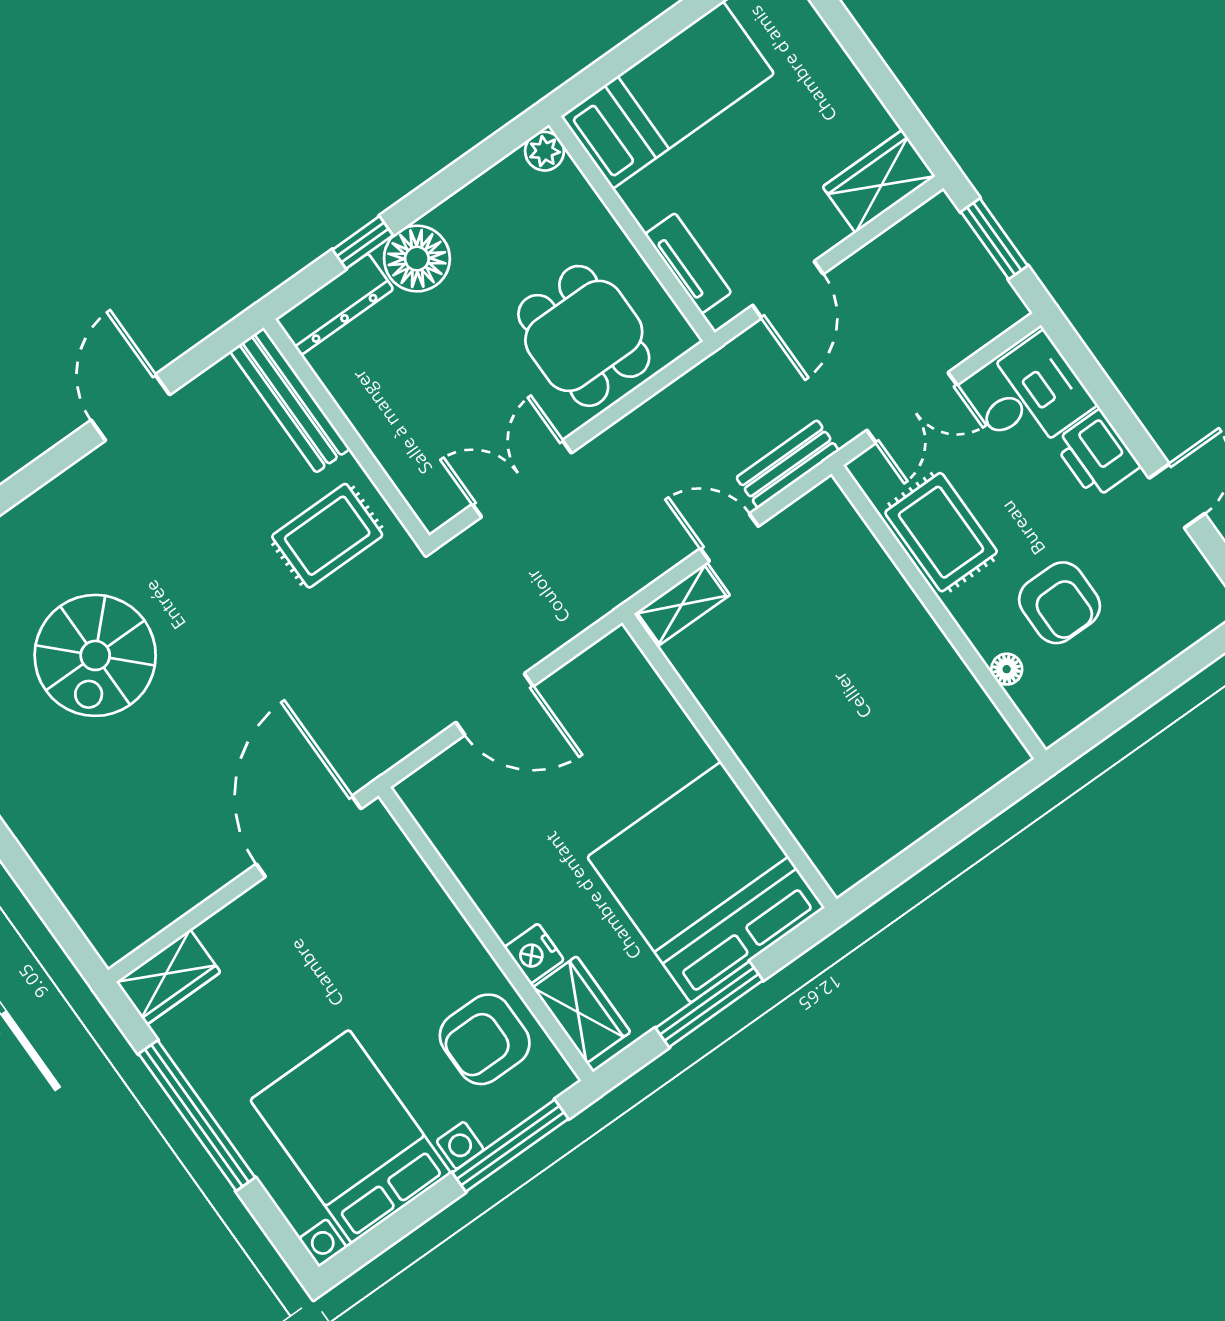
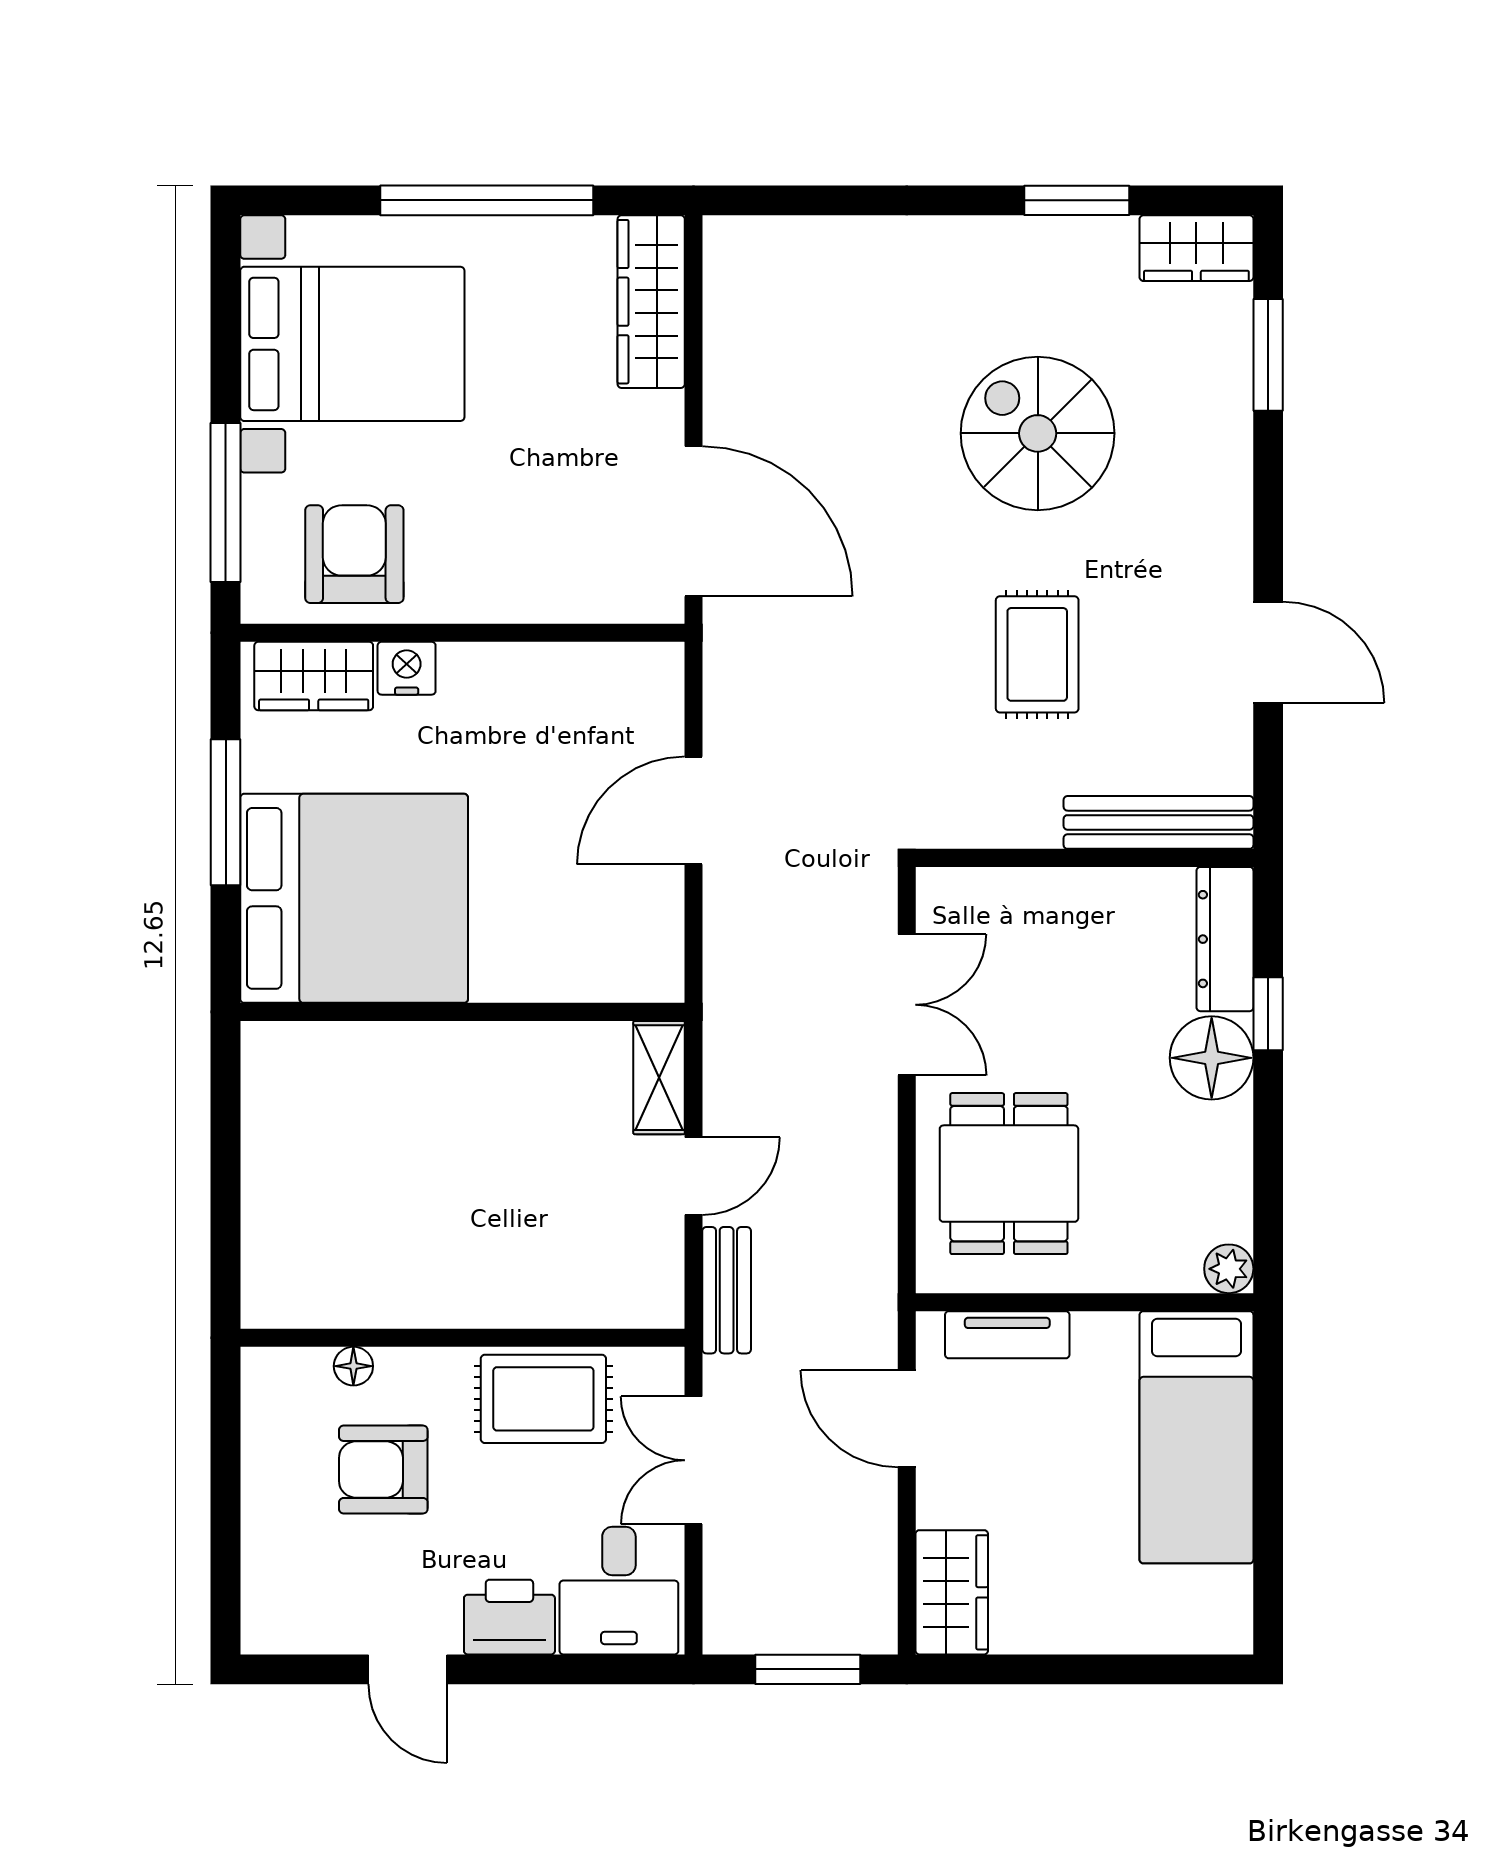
dining table: (584, 336) -> (1009, 1174), turned 90
rug: (327, 536) -> (1037, 654), moved
wardrobe: (168, 977) -> (651, 302), width x1.50

